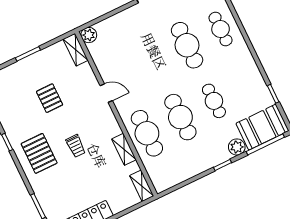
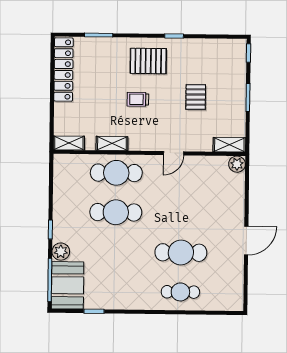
pallet: (50, 98) -> (196, 97), turned 90
cafe table: (214, 101) -> (115, 252), removed

